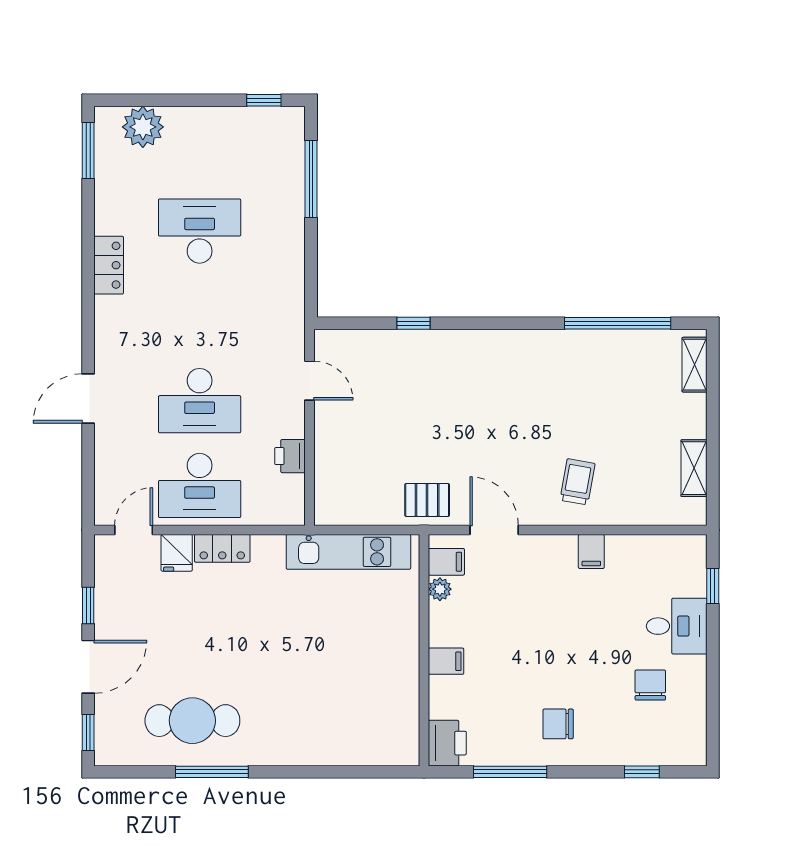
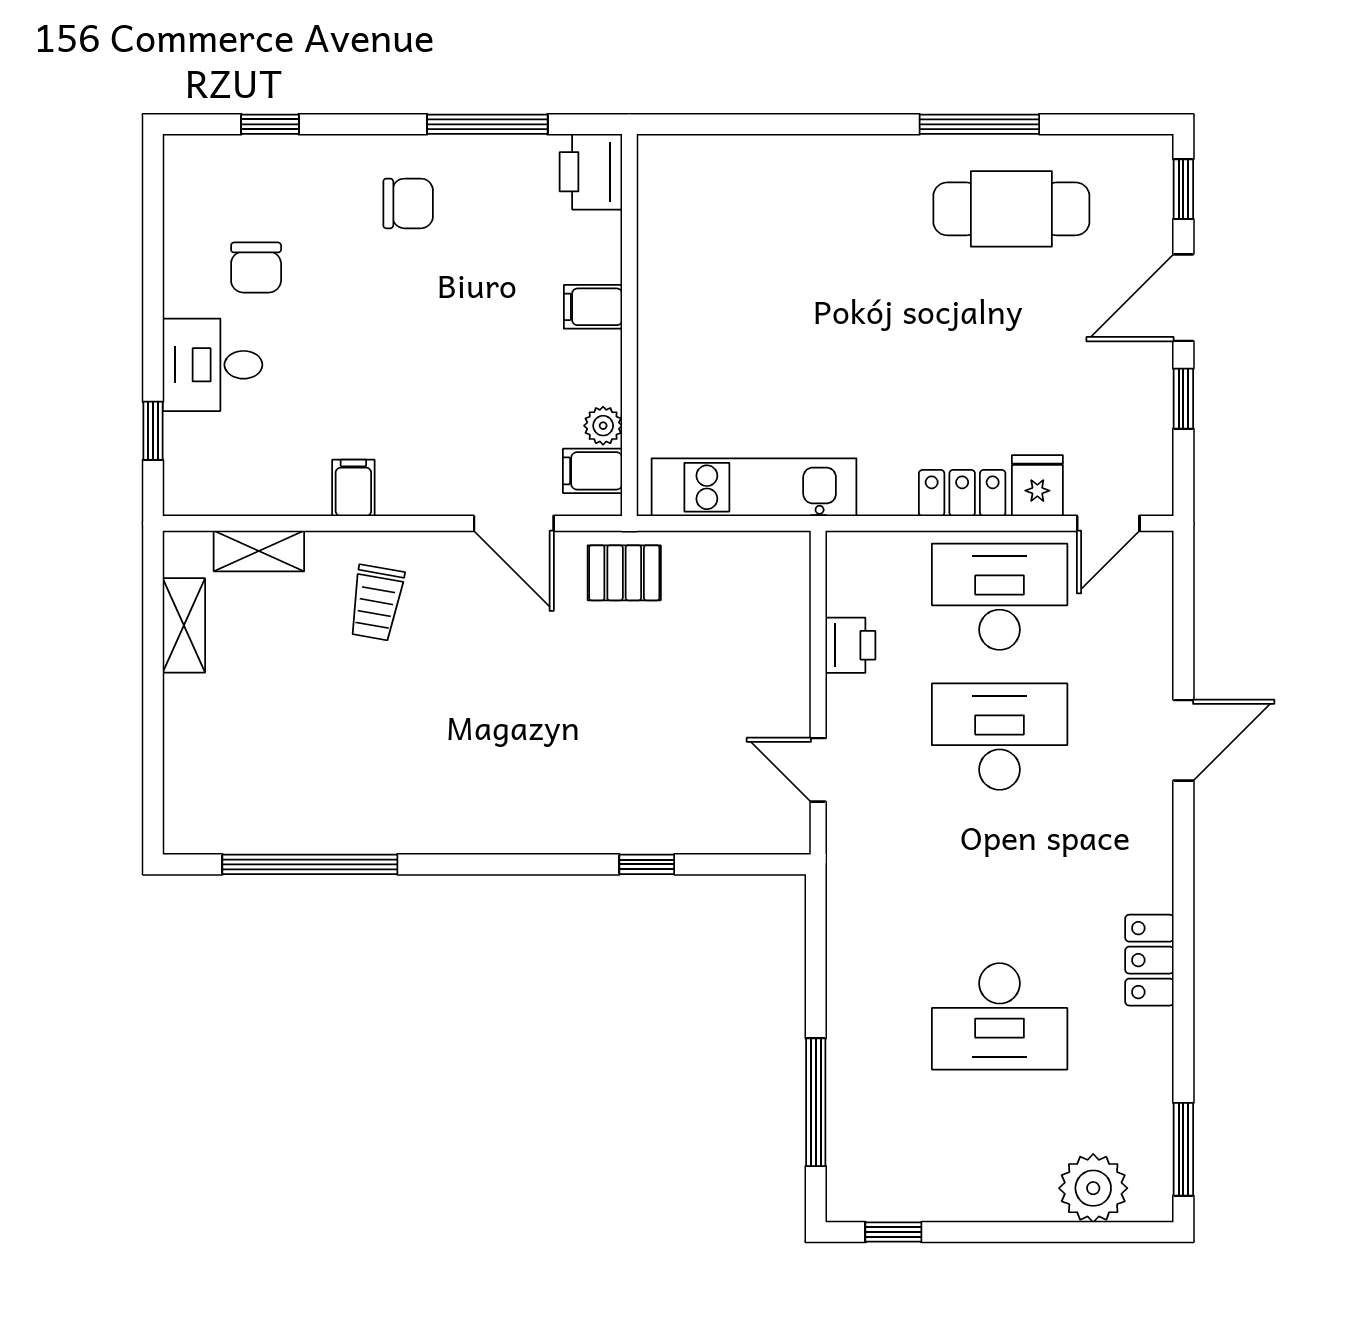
shelving: (695, 365) -> (259, 551), moved, turned 90

